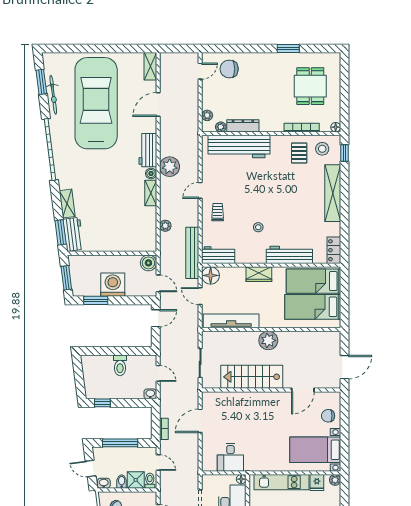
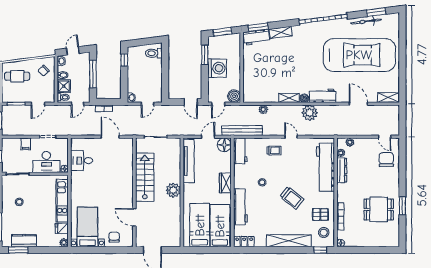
dining table: (310, 86) -> (379, 209), moved
trolley: (278, 189) -> (292, 198), added
toilet: (120, 365) -> (154, 53), moved

